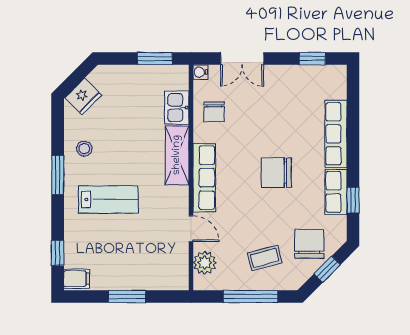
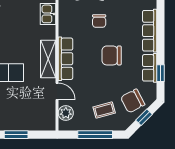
chair: (214, 112) -> (99, 21), moved
shelving: (177, 155) -> (48, 59), moved
chair: (309, 244) -> (133, 101), turned -118

